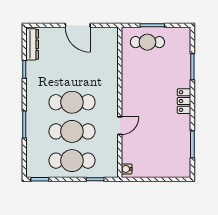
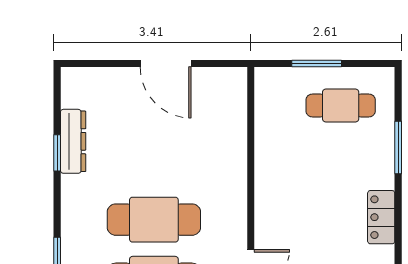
cafe table: (147, 42) -> (341, 105), moved
dresser: (32, 44) -> (73, 141), moved

